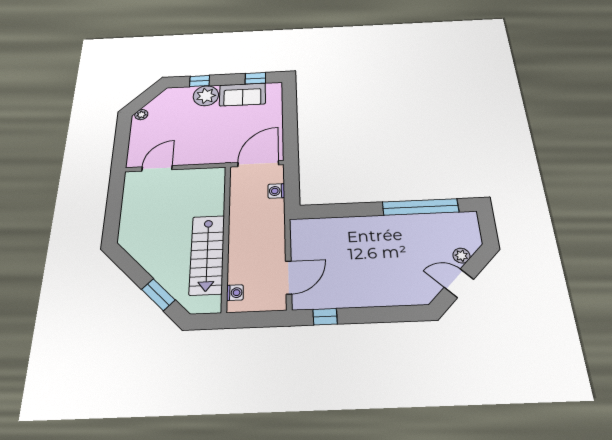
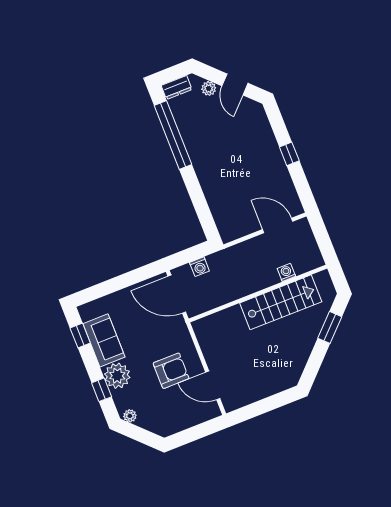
plant: (141, 115) -> (130, 416), moved
armchair: (189, 138) -> (171, 371), added
dresser: (471, 225) -> (177, 87), added
washing machine: (235, 293) -> (286, 272), moved
window: (325, 317) -> (289, 154), moved

